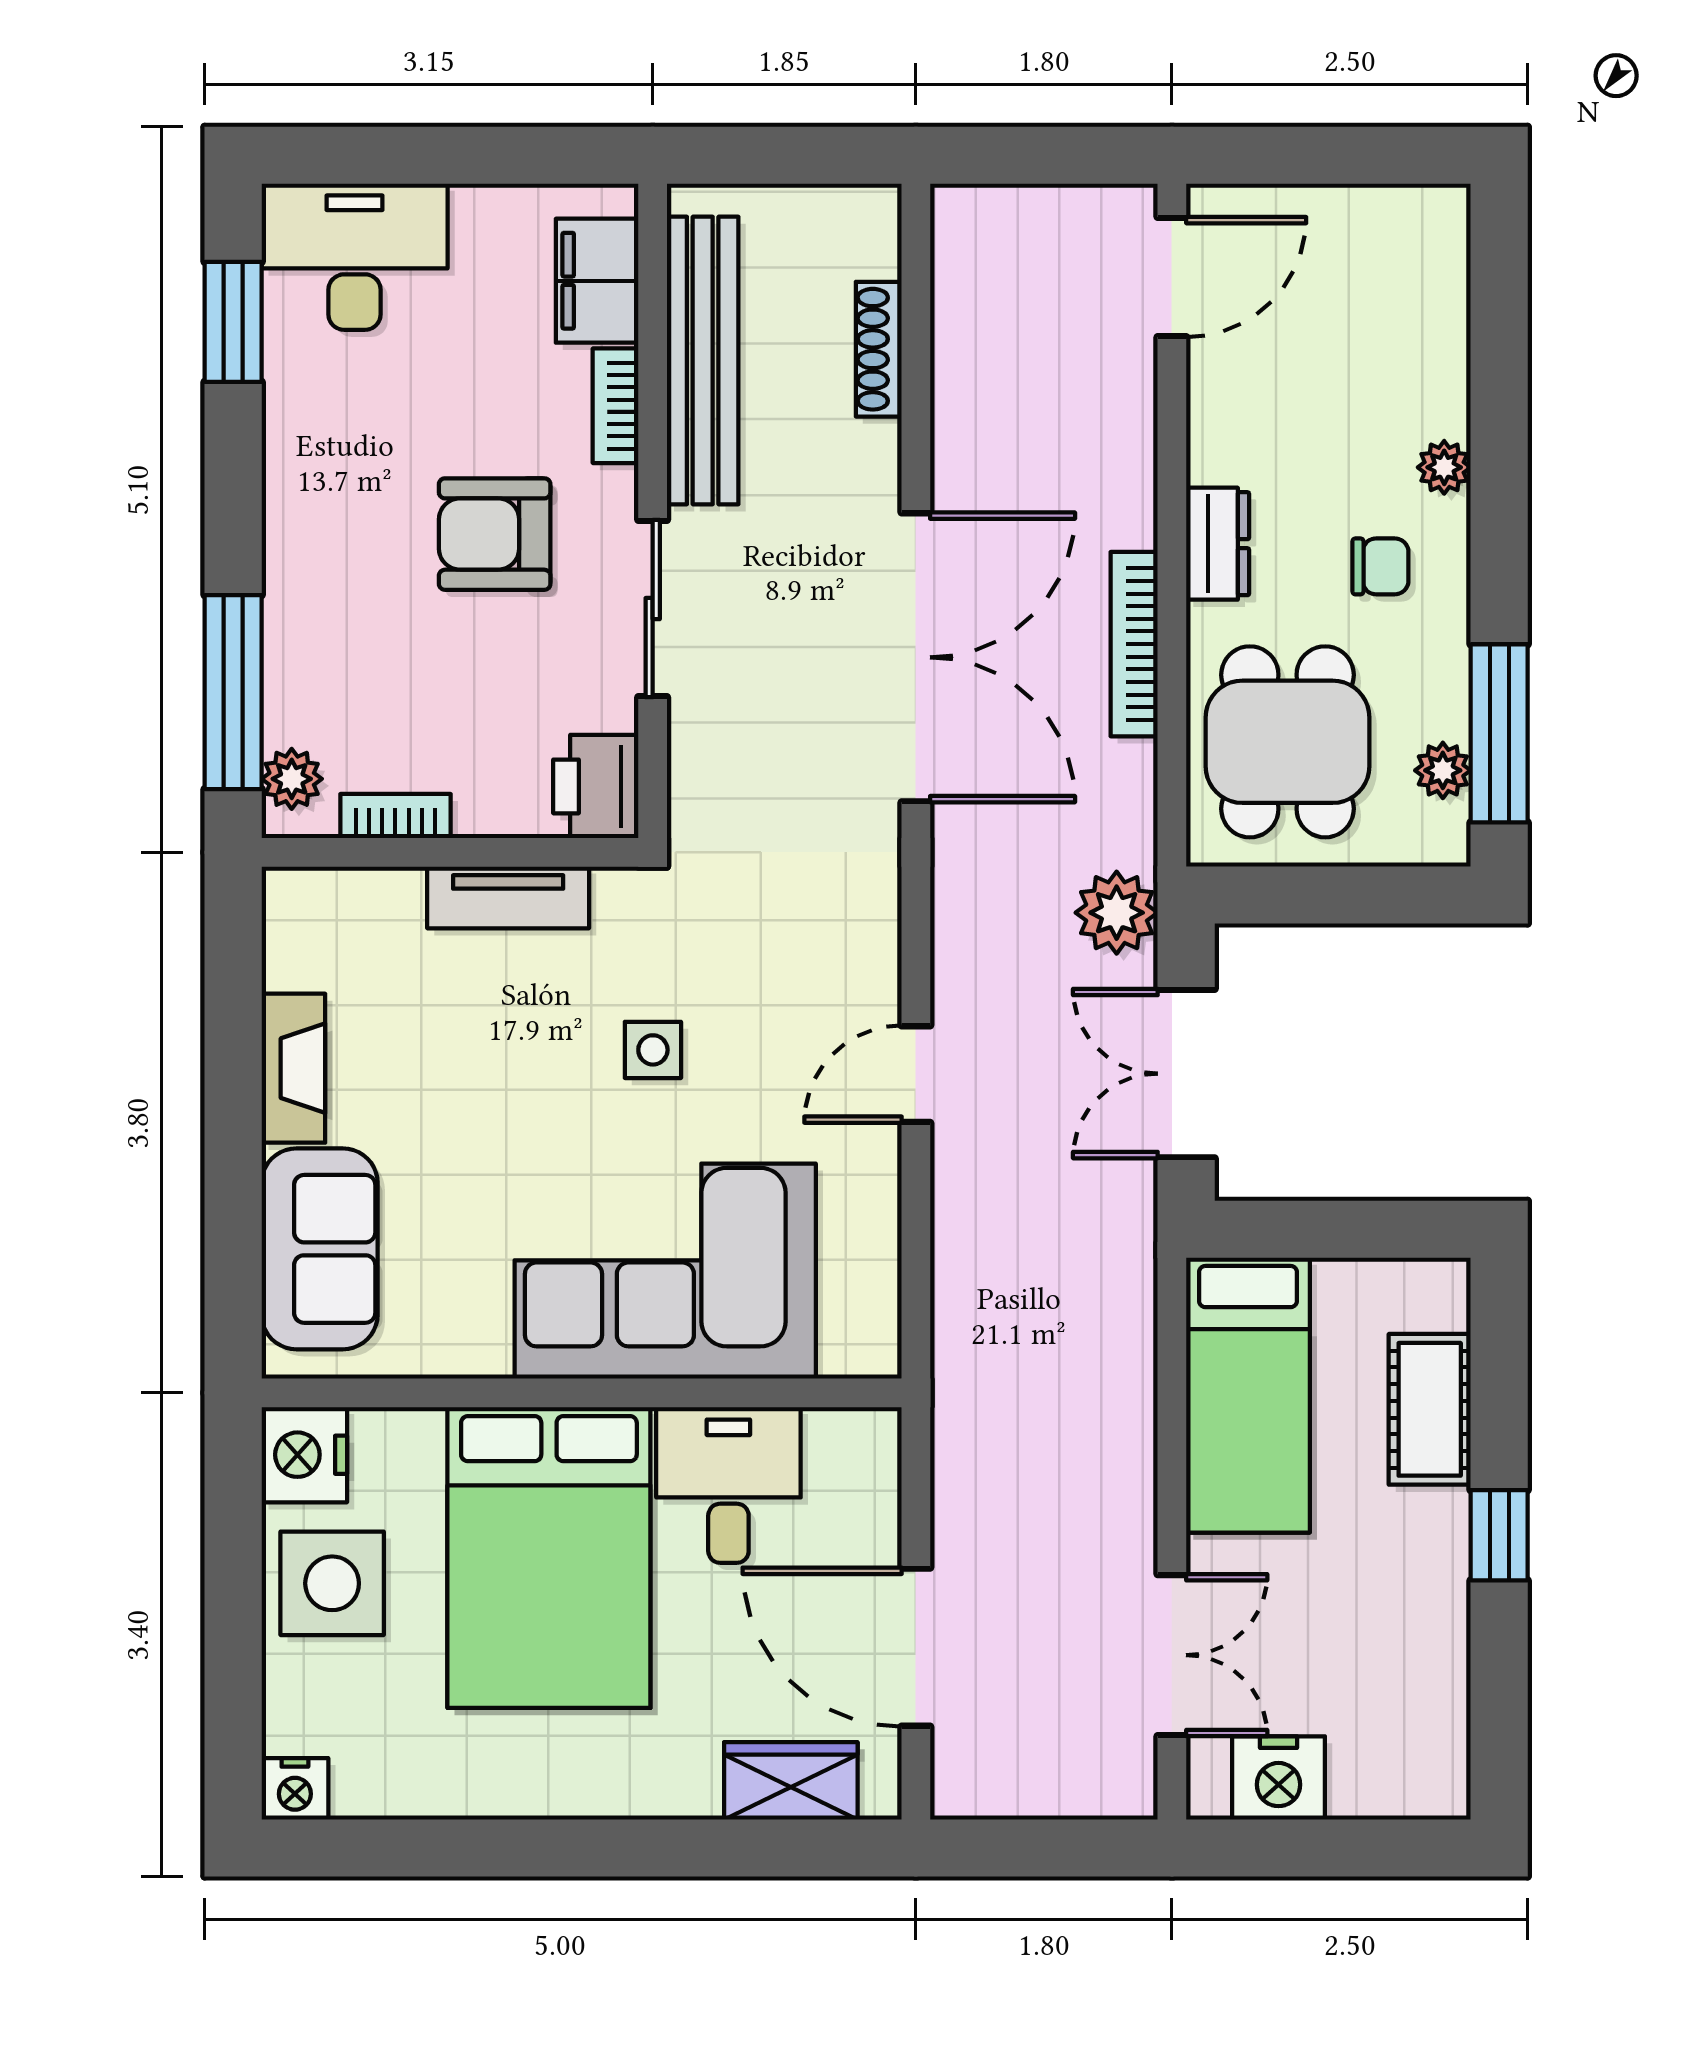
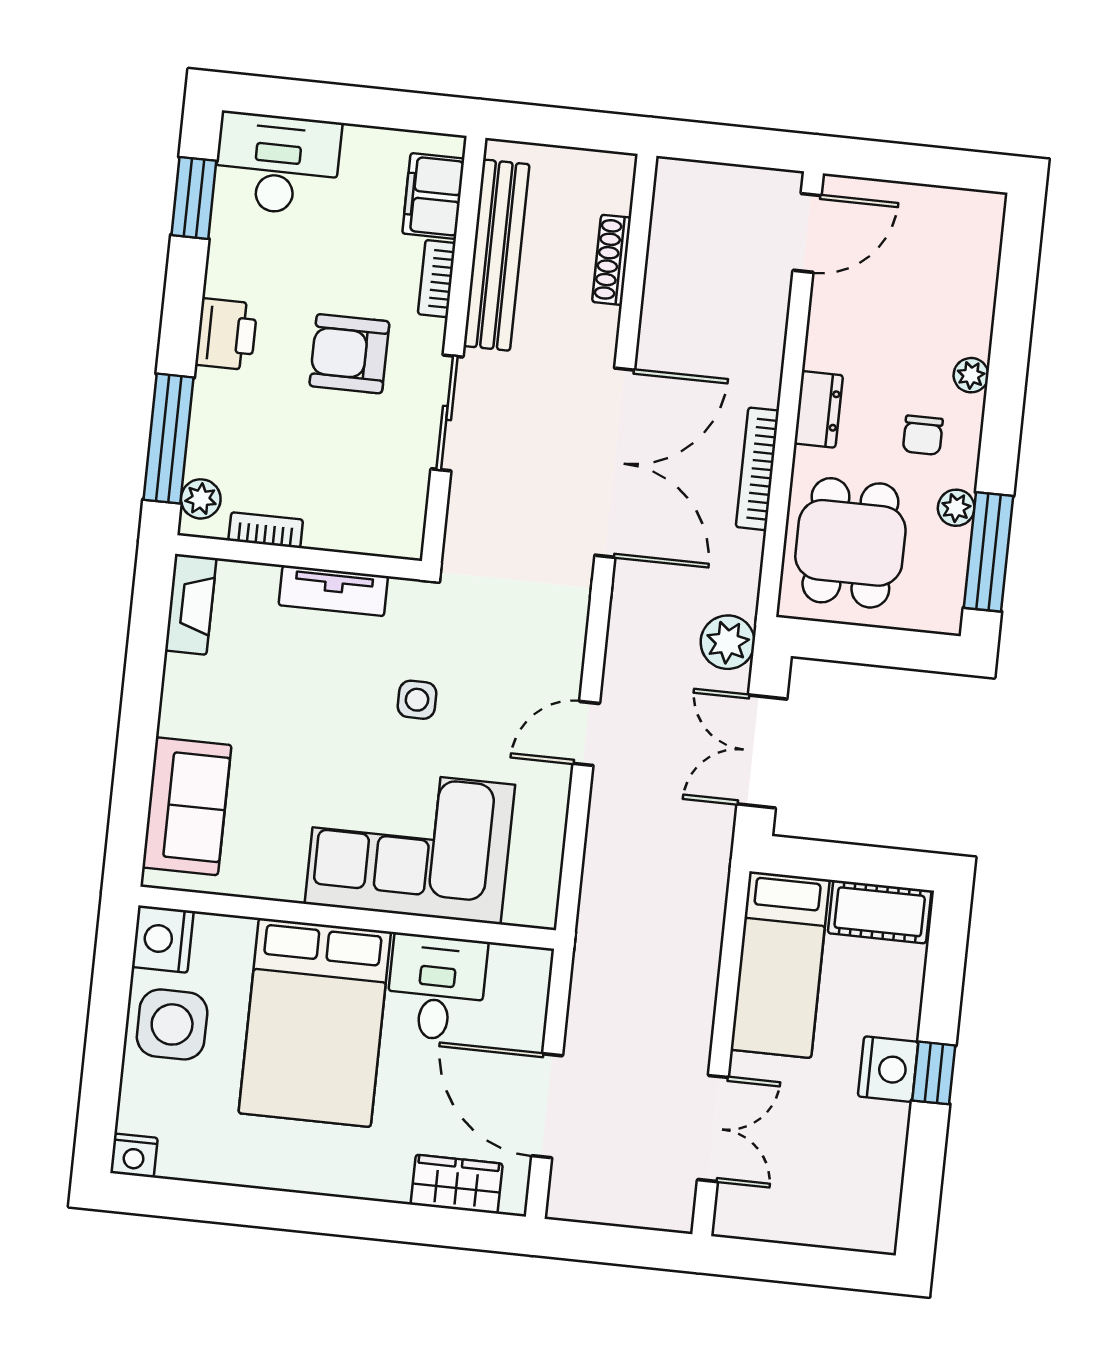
chair: (1380, 566) -> (923, 435), turned 90
plant: (1443, 770) -> (956, 508), moved
printer: (596, 786) -> (226, 334), moved, turned 180
fireplace: (293, 1068) -> (191, 604), moved
cot: (1430, 1409) -> (880, 912), moved, turned 90
nightstand: (1278, 1778) -> (888, 1069), moved, turned -90

